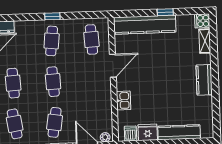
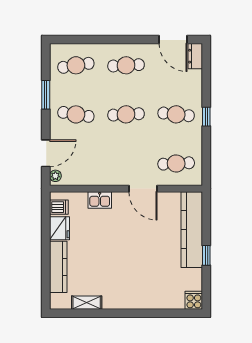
shelving: (205, 41) -> (87, 303), moved
kitchen counter: (204, 80) -> (121, 300), removed

